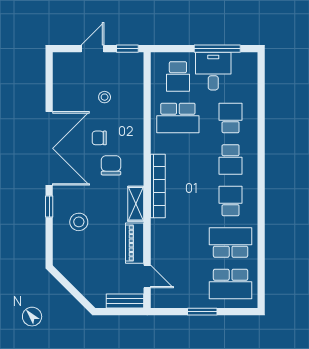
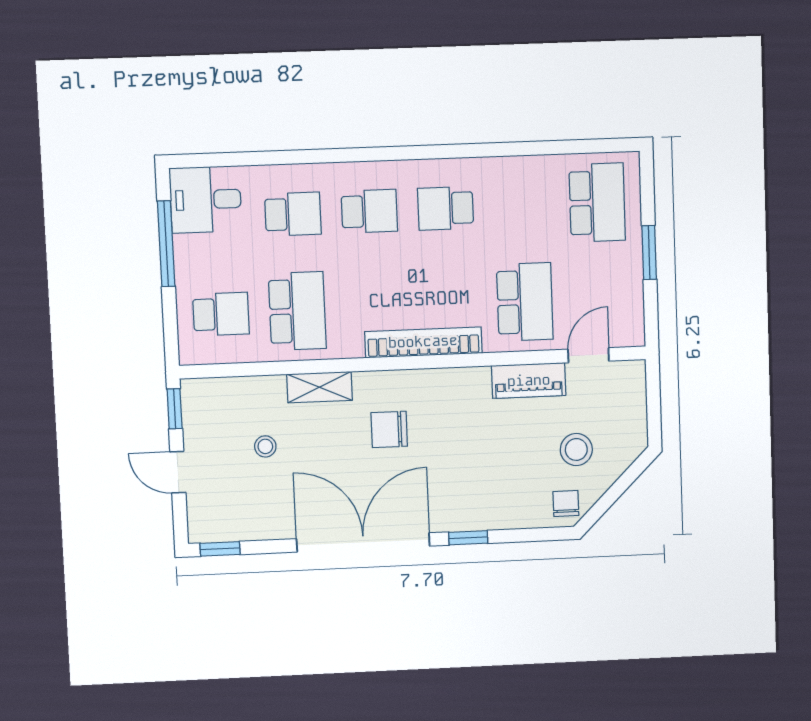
window: (49, 70) -> (220, 549), added
desk: (213, 71) -> (206, 200), moved
school desk: (231, 118) -> (293, 214), turned 180
chair: (99, 138) -> (566, 503), moved, turned 180
shelving: (136, 204) -> (320, 387), moved
stool: (79, 222) -> (576, 449), moved
school desk: (231, 242) -> (525, 302), moved, turned 180
bench: (125, 301) -> (634, 394), removed

